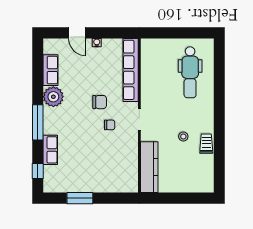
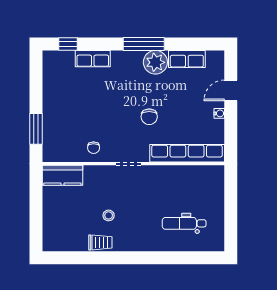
dental chair: (190, 72) -> (184, 223), width x0.73, depth x0.72
window: (38, 122) -> (144, 44), moved
chair: (110, 125) -> (94, 148), moved
kitchen counter: (149, 167) -> (62, 175), width x0.67
window: (80, 198) -> (36, 129), moved

